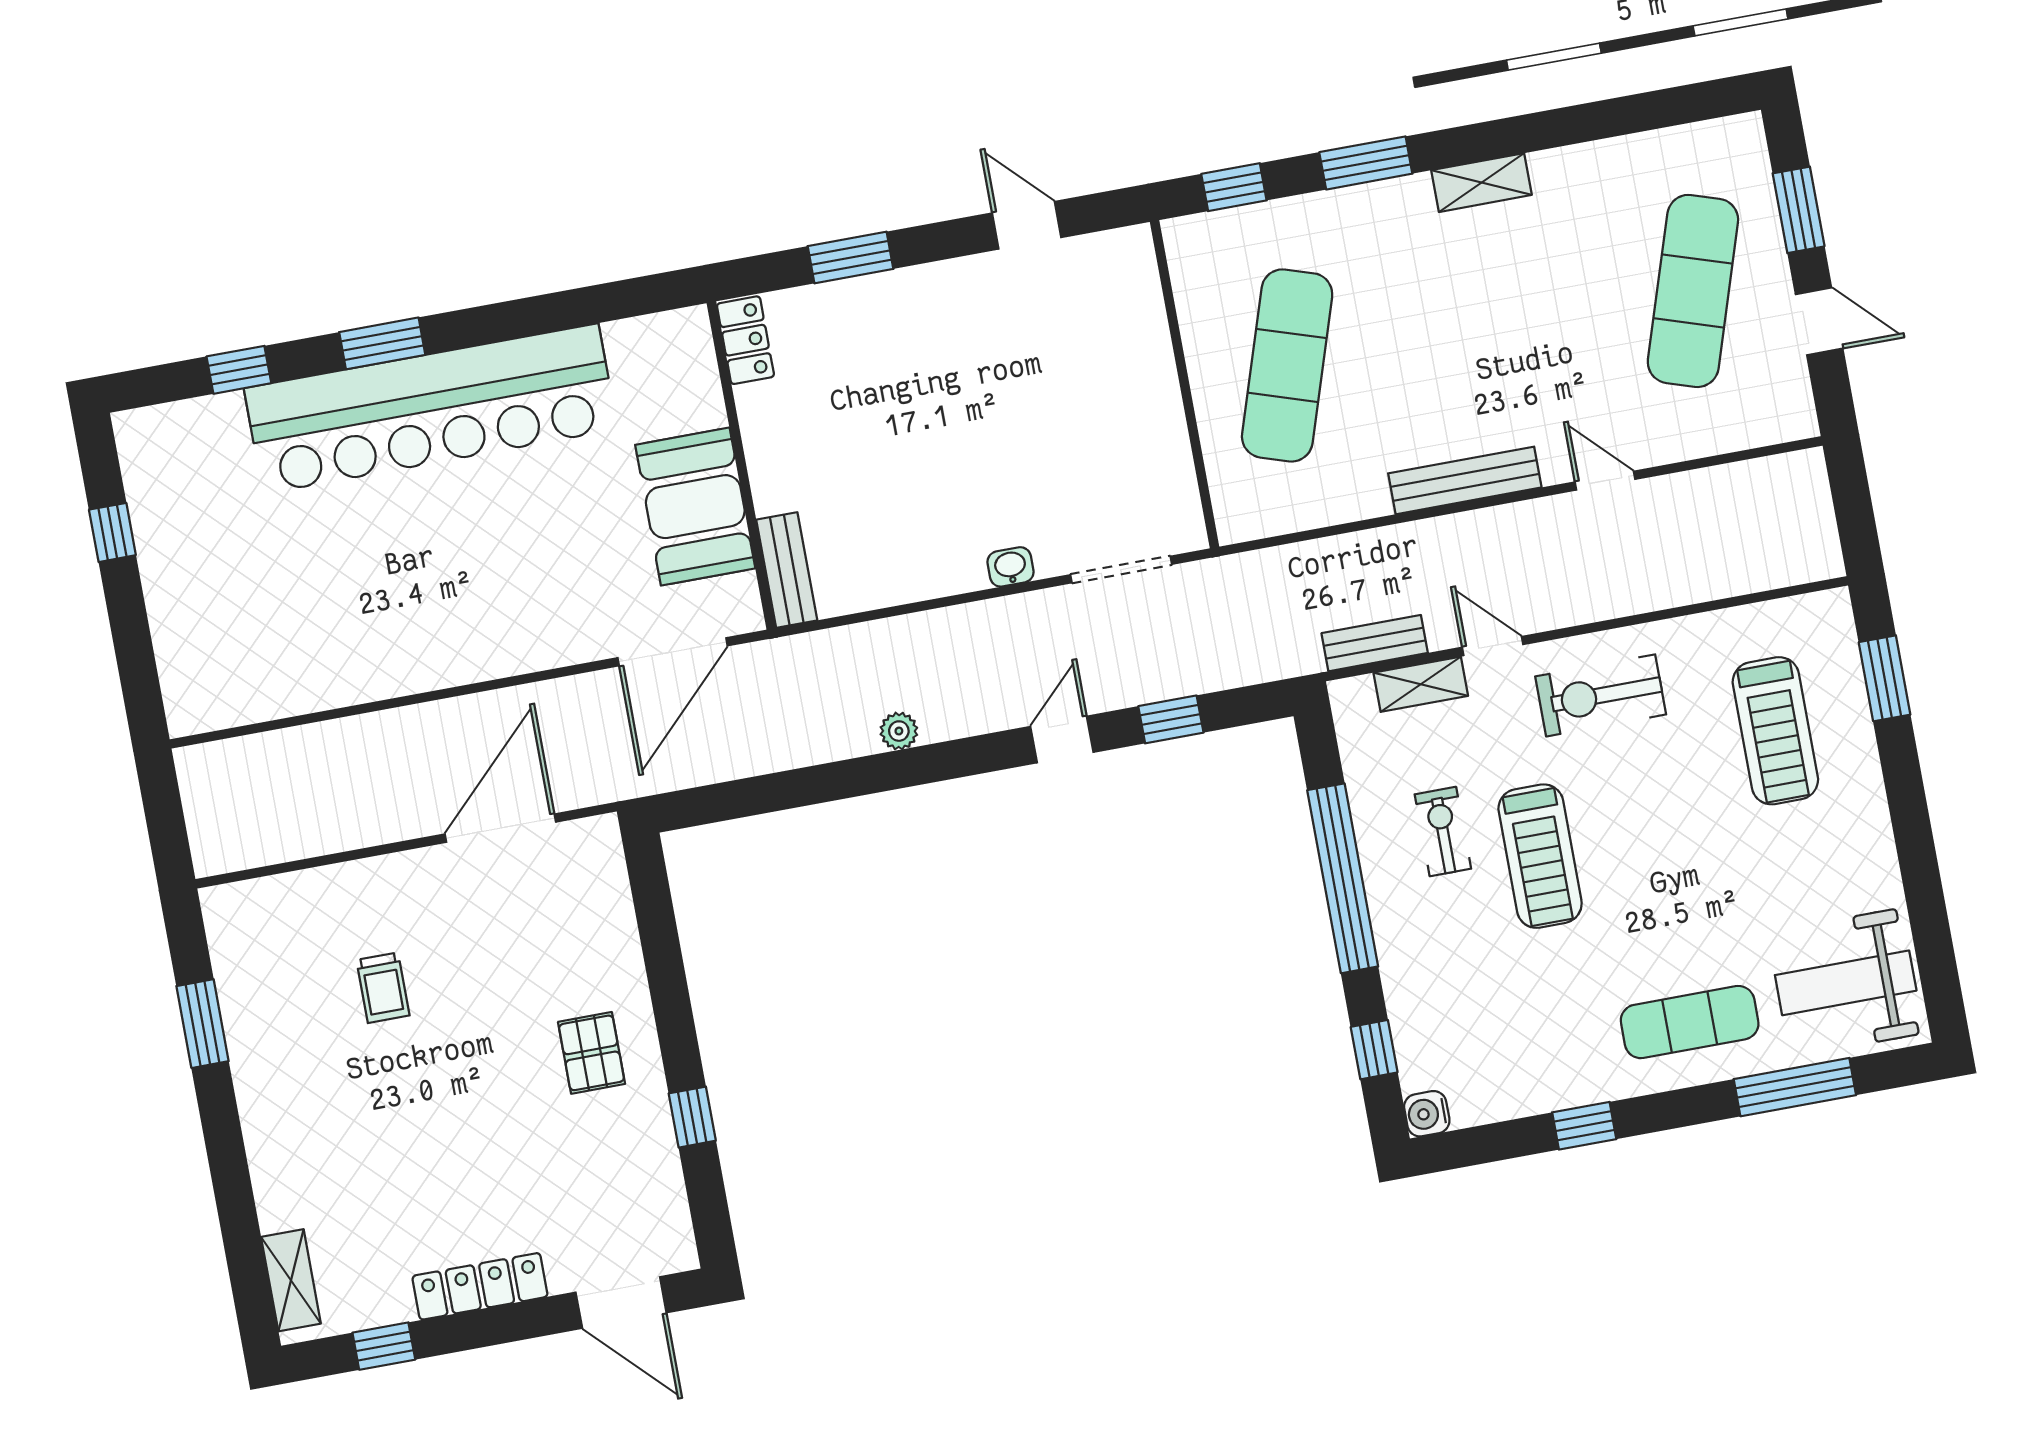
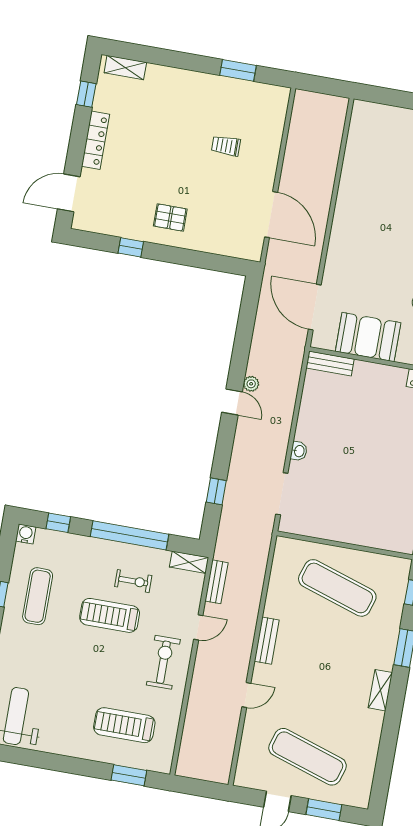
bench: (1465, 480) -> (267, 641), width x0.73
shelving: (1421, 684) -> (189, 562), moved, turned 90
door: (1062, 739) -> (232, 402), moved
exercise mat: (1690, 1022) -> (38, 596), moved

